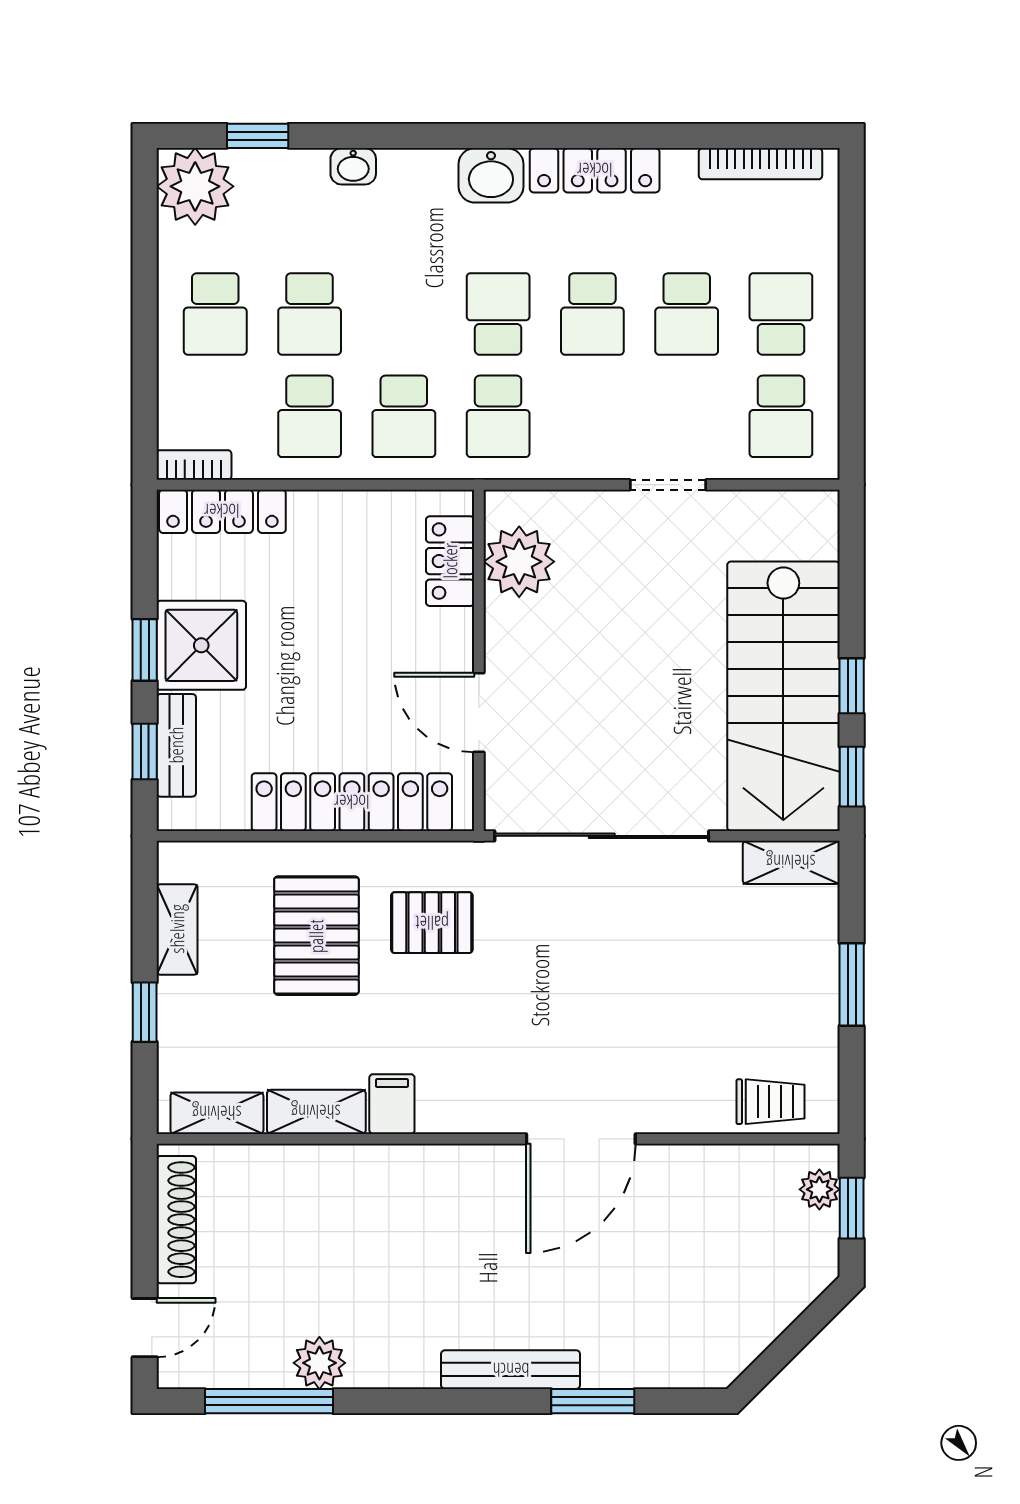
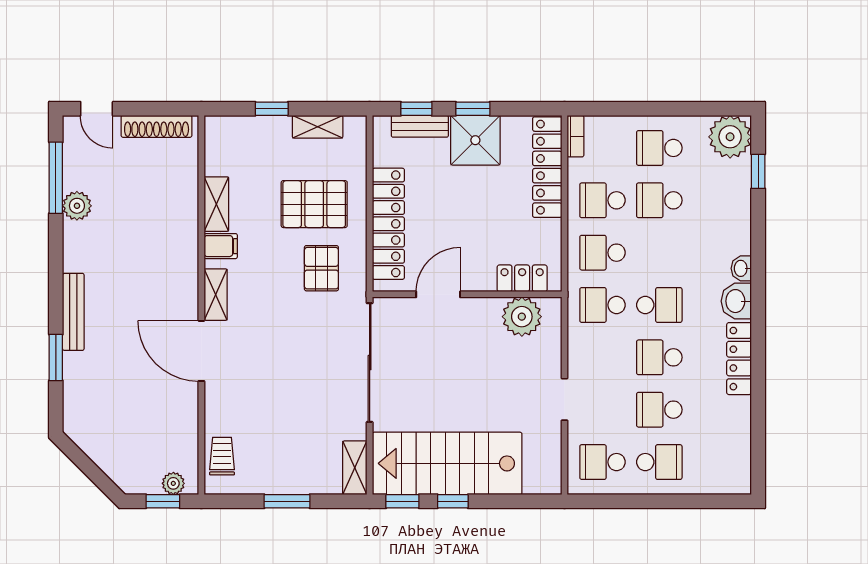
bookcase: (760, 164) -> (743, 451), removed
washbasin: (353, 166) -> (741, 268), moved
locker: (222, 511) -> (547, 167), width x1.41, depth x1.21
trolley: (770, 1102) -> (222, 456), turned 180
shelving: (217, 1113) -> (216, 295), moved

